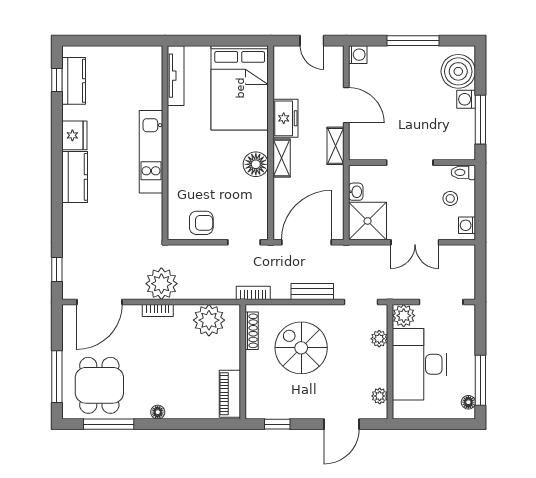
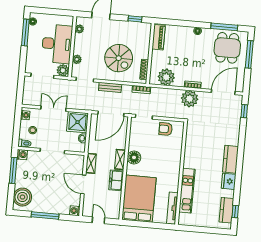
washing machine: (466, 99) -> (22, 155), moved
kitchen unit: (151, 152) -> (187, 191), moved

